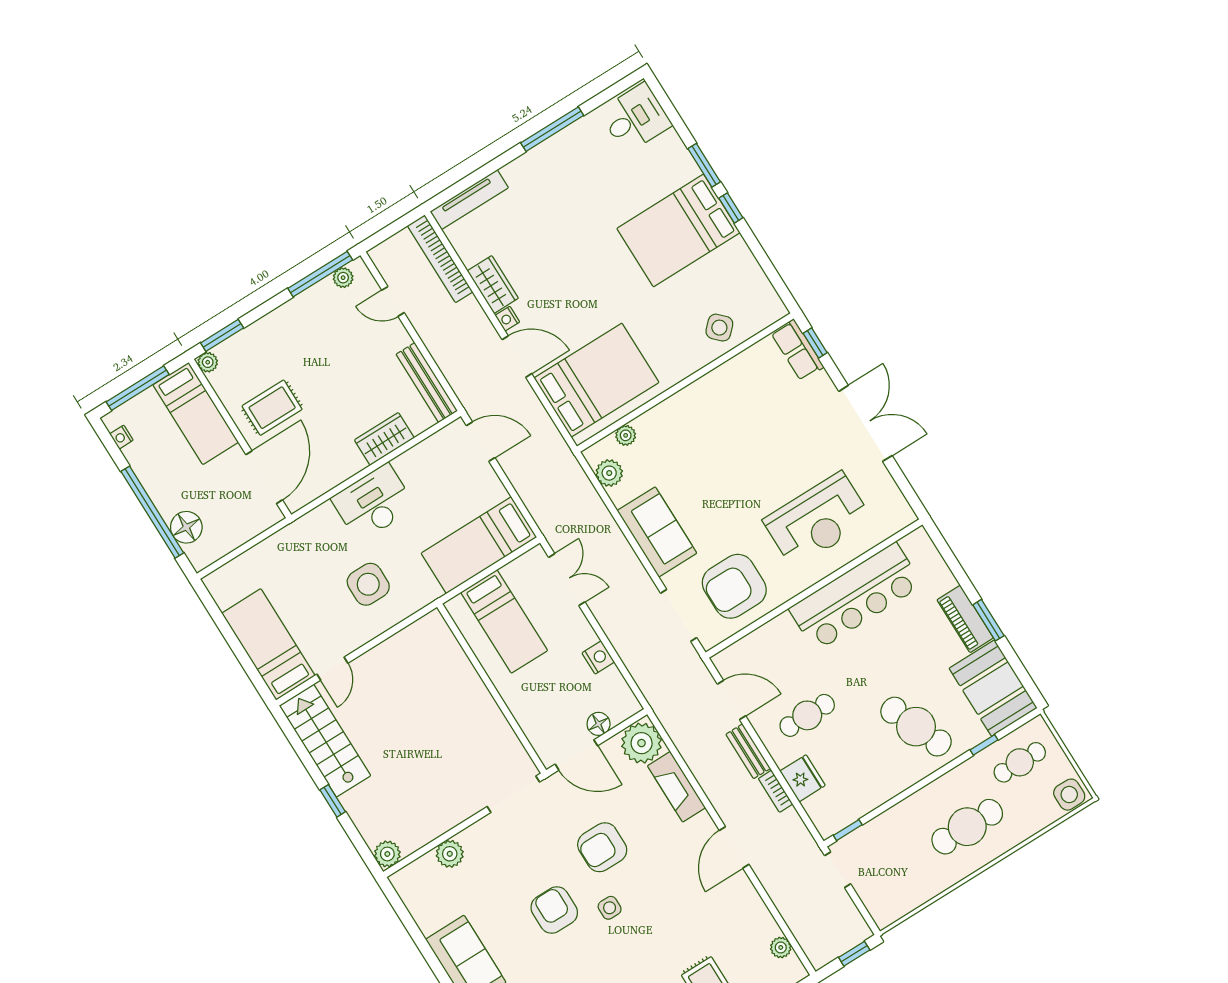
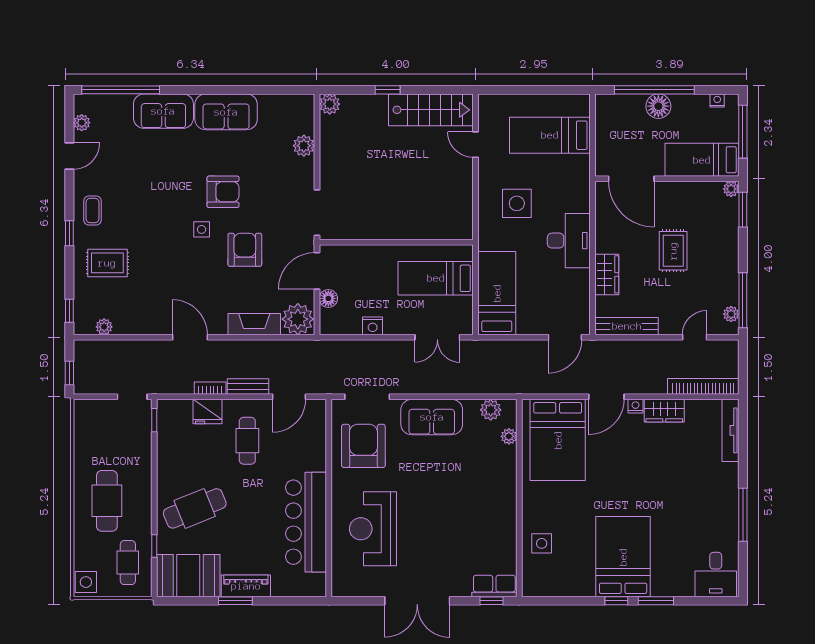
side table: (719, 328) -> (542, 543), turned 45
rug: (272, 408) -> (673, 251), moved
floor lamp: (186, 527) -> (658, 106), moved
bed: (268, 644) -> (550, 135), moved, turned 180

